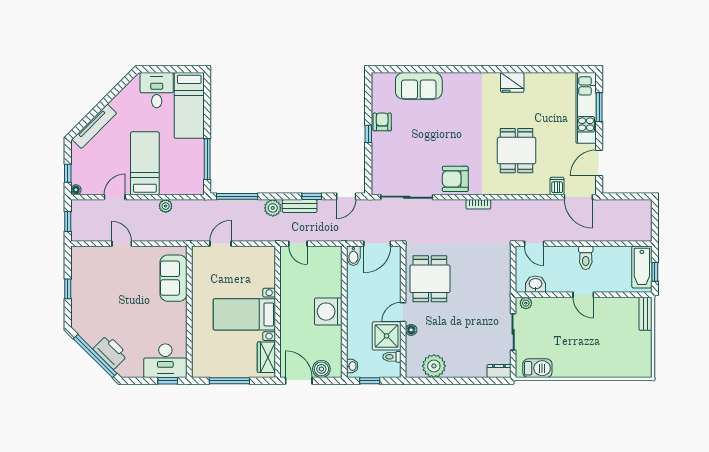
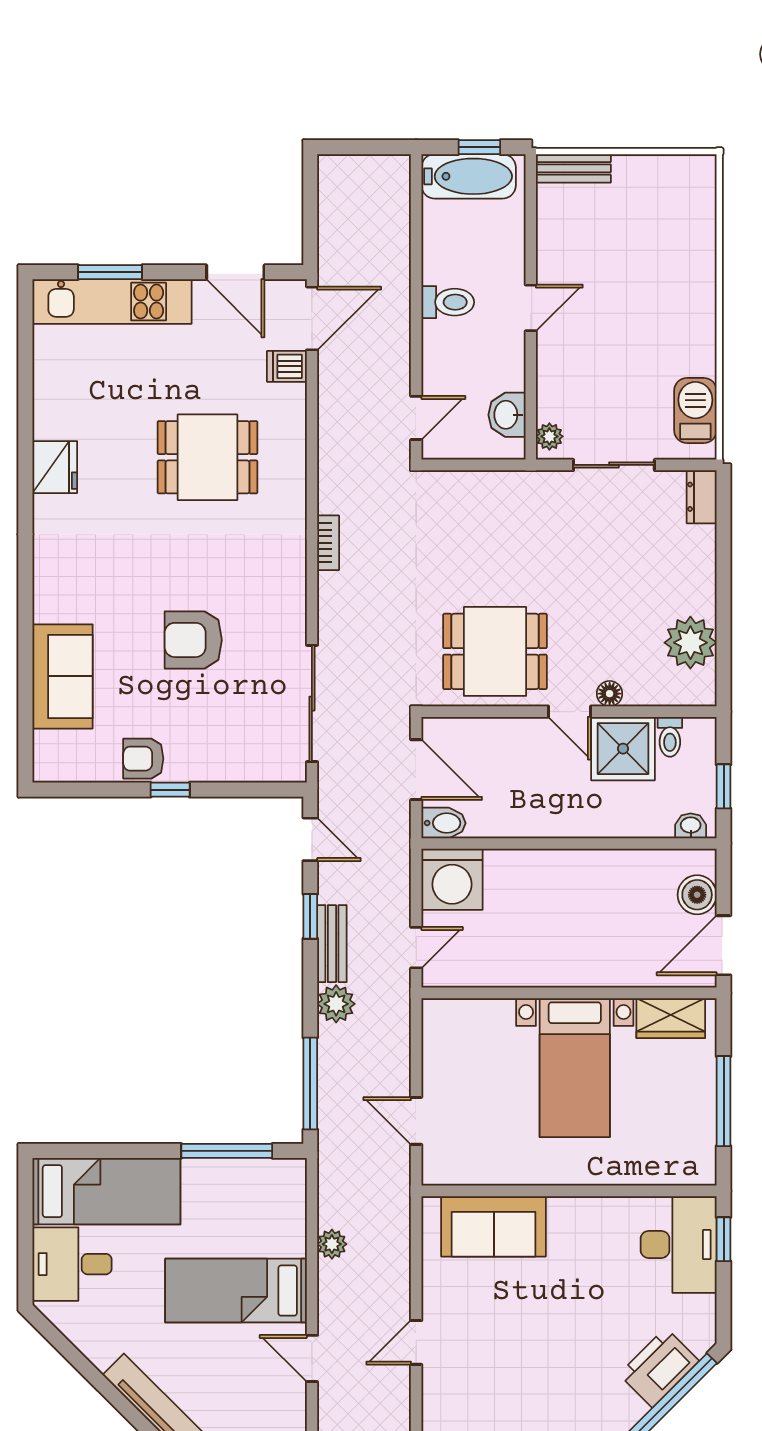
armchair: (455, 179) -> (193, 640), moved, turned 90
washing machine: (328, 312) -> (452, 879), moved

